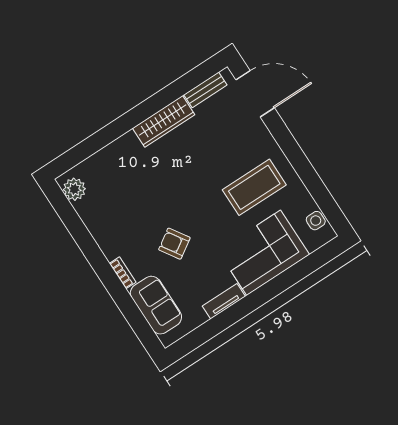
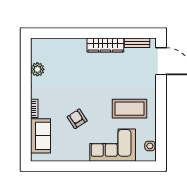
plant: (74, 189) -> (37, 69), moved
armchair: (174, 244) -> (77, 119), moved
tv unit: (224, 301) -> (76, 156), removed

